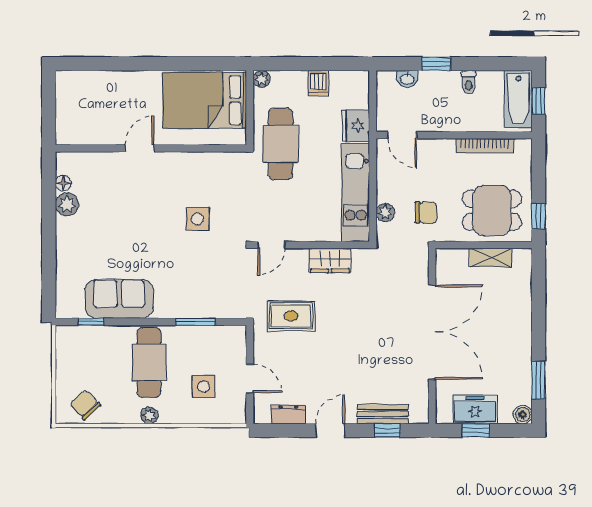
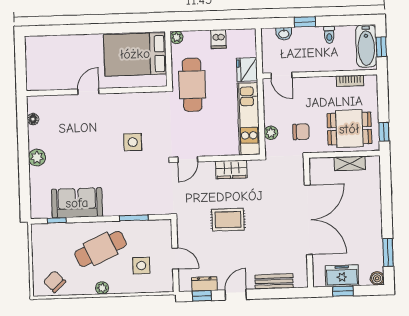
bookcase: (485, 146) -> (350, 81), width x0.64
plant: (67, 204) -> (37, 158), moved
rug: (291, 316) -> (228, 220), moved
cafe table: (149, 362) -> (100, 249), turned 66
window: (387, 431) -> (202, 296), moved

